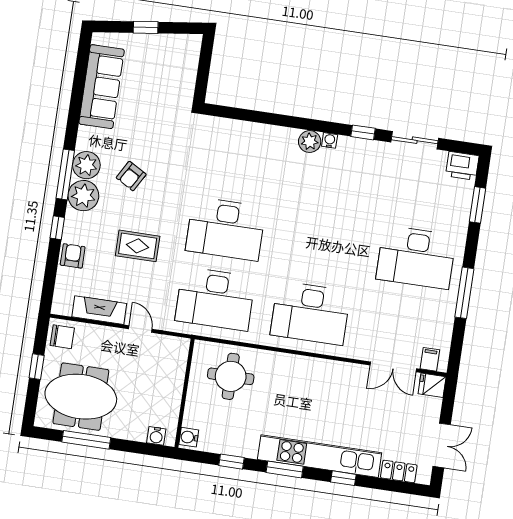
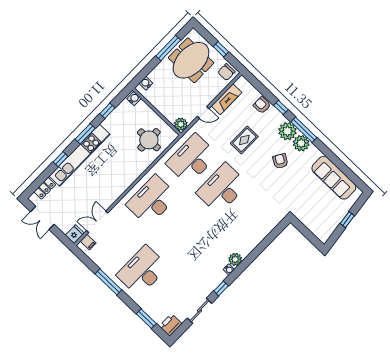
armchair: (73, 256) -> (262, 105), turned 180
plant: (178, 348) -> (181, 124), added

